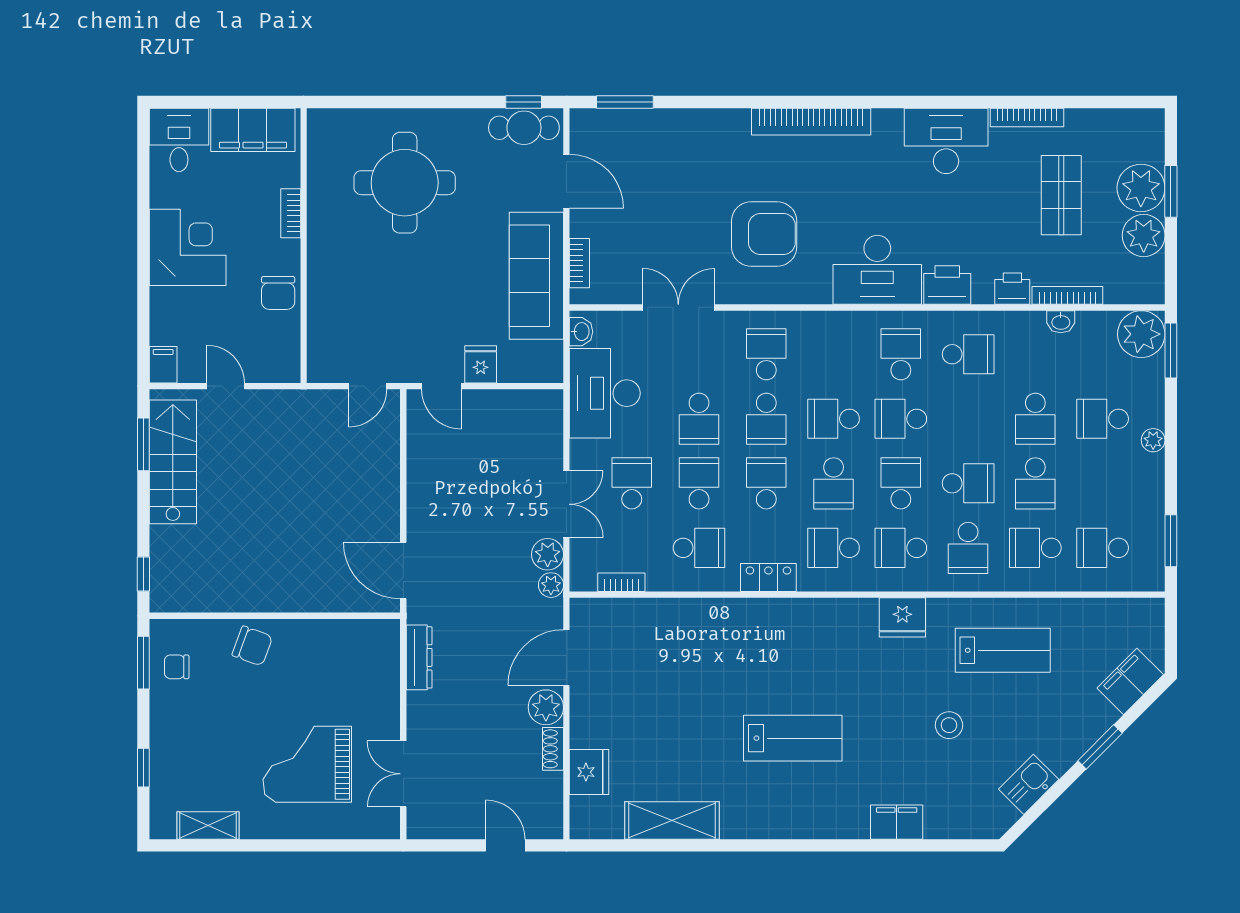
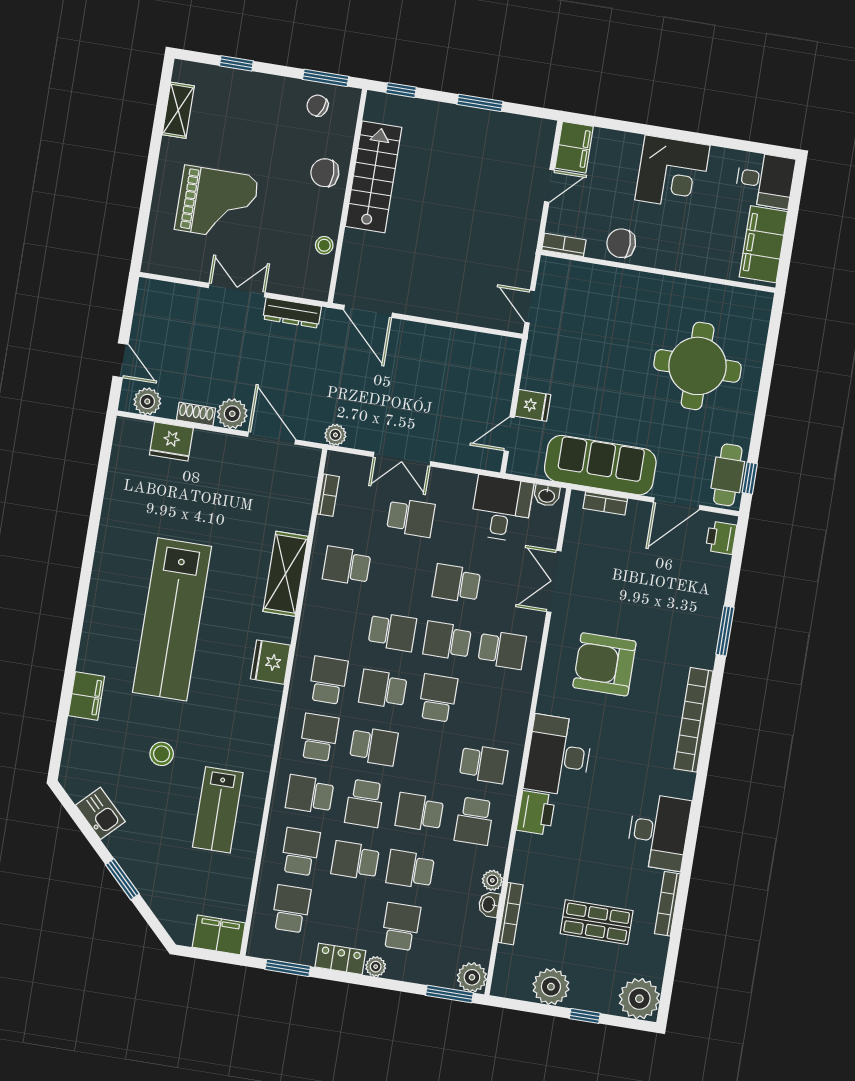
window: (625, 102) -> (725, 631), moved
plant: (1141, 188) -> (639, 999), moved
window: (1171, 191) -> (585, 1016), width x0.67
bookcase: (291, 213) -> (564, 245), moved
armchair: (764, 234) -> (604, 664), turned 90
printer: (1012, 289) -> (721, 538), moved, turned 180
double door: (678, 307) -> (554, 581), swing flipped
plant: (1033, 322) -> (492, 880), added
plant: (1141, 334) -> (472, 977), width x0.73, depth x0.73
filing cabinet: (163, 365) -> (574, 147), width x2.00
door: (441, 386) -> (509, 434), moved
desk: (605, 393) -> (501, 509), width x0.73
school desk: (901, 419) -> (419, 812), moved, turned -90
window: (143, 444) -> (480, 103), moved
stairs: (173, 462) -> (374, 177), moved, turned -90
school desk: (699, 483) -> (402, 575), removed
school desk: (699, 548) -> (347, 566), turned 90
plant: (548, 554) -> (147, 401), moved
door: (403, 571) -> (368, 311), swing flipped
locker: (768, 578) -> (340, 959), moved, turned -90
fridge: (902, 617) -> (270, 662), moved
stool: (336, 633) -> (324, 245), added
chair: (252, 646) -> (325, 173), turned 70
chair: (177, 667) -> (317, 106), turned -69
filing cabinet: (1130, 681) -> (219, 935), moved, turned -45
lab bench: (793, 738) -> (172, 619), width x1.86, depth x1.39
grand piano: (307, 764) -> (217, 203), turned 90
double door: (403, 774) -> (237, 290), moved
shelving: (672, 821) -> (286, 574), moved
door: (505, 845) -> (120, 360), hinge flipped

